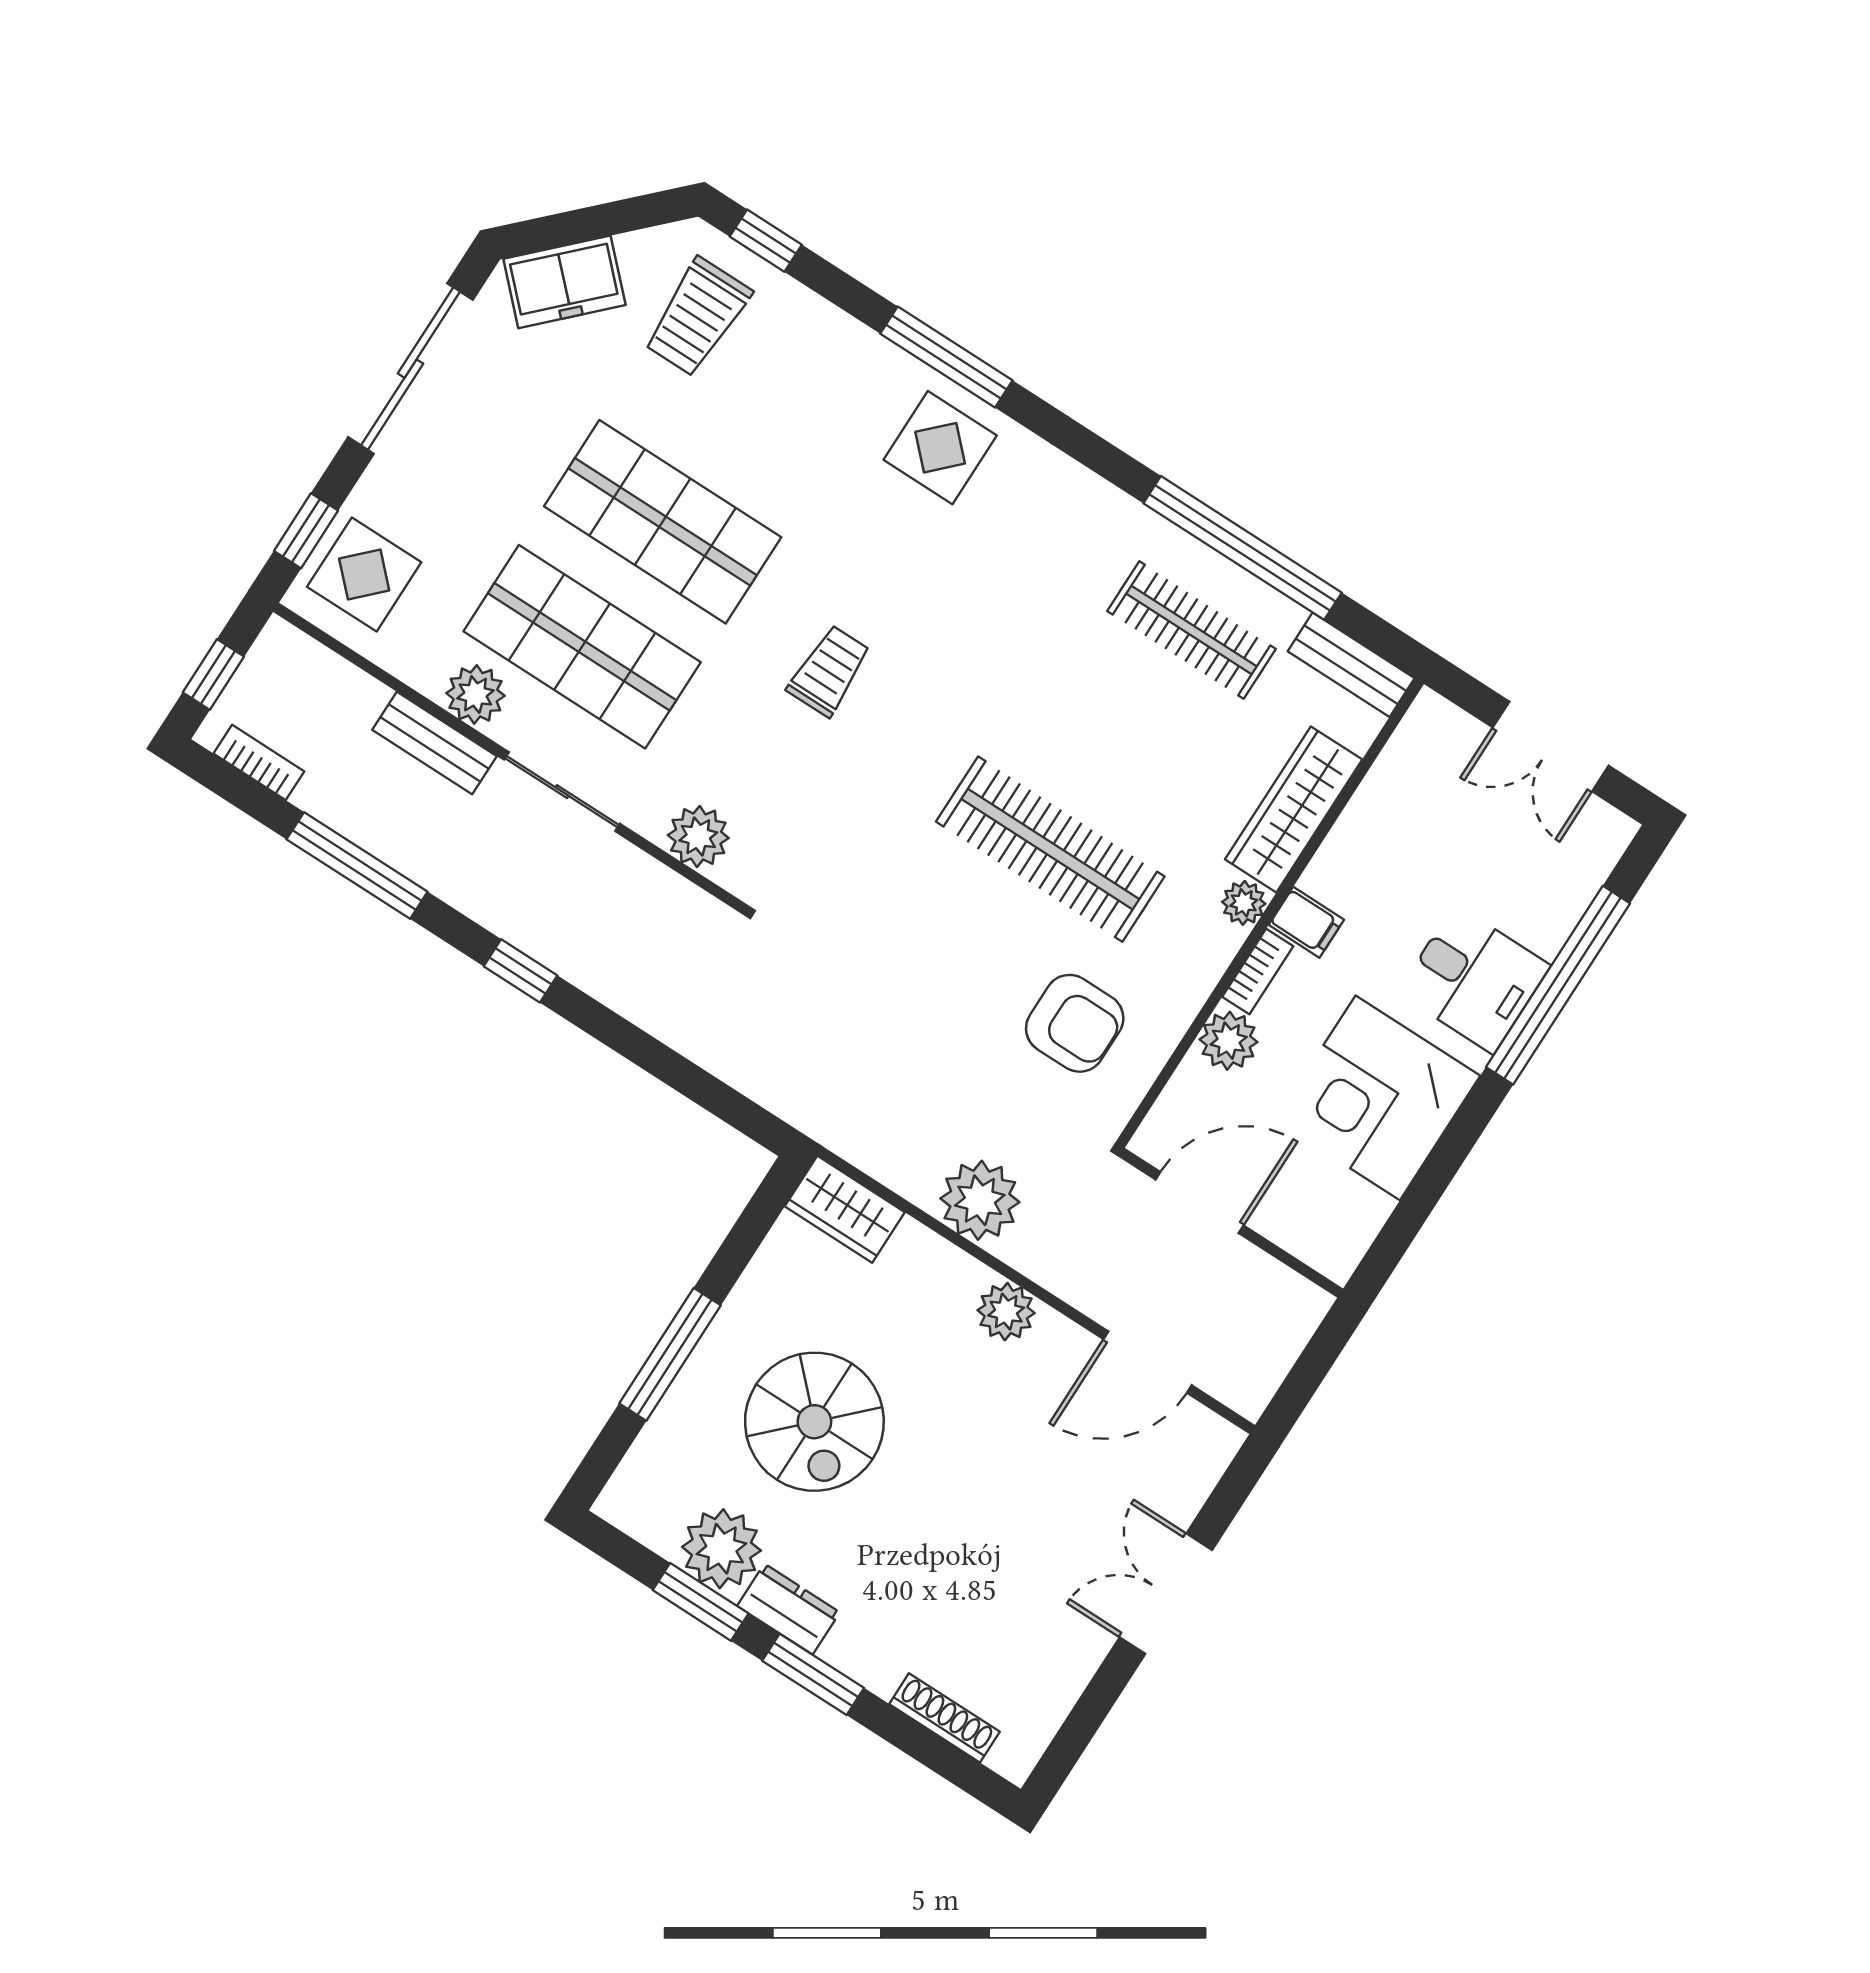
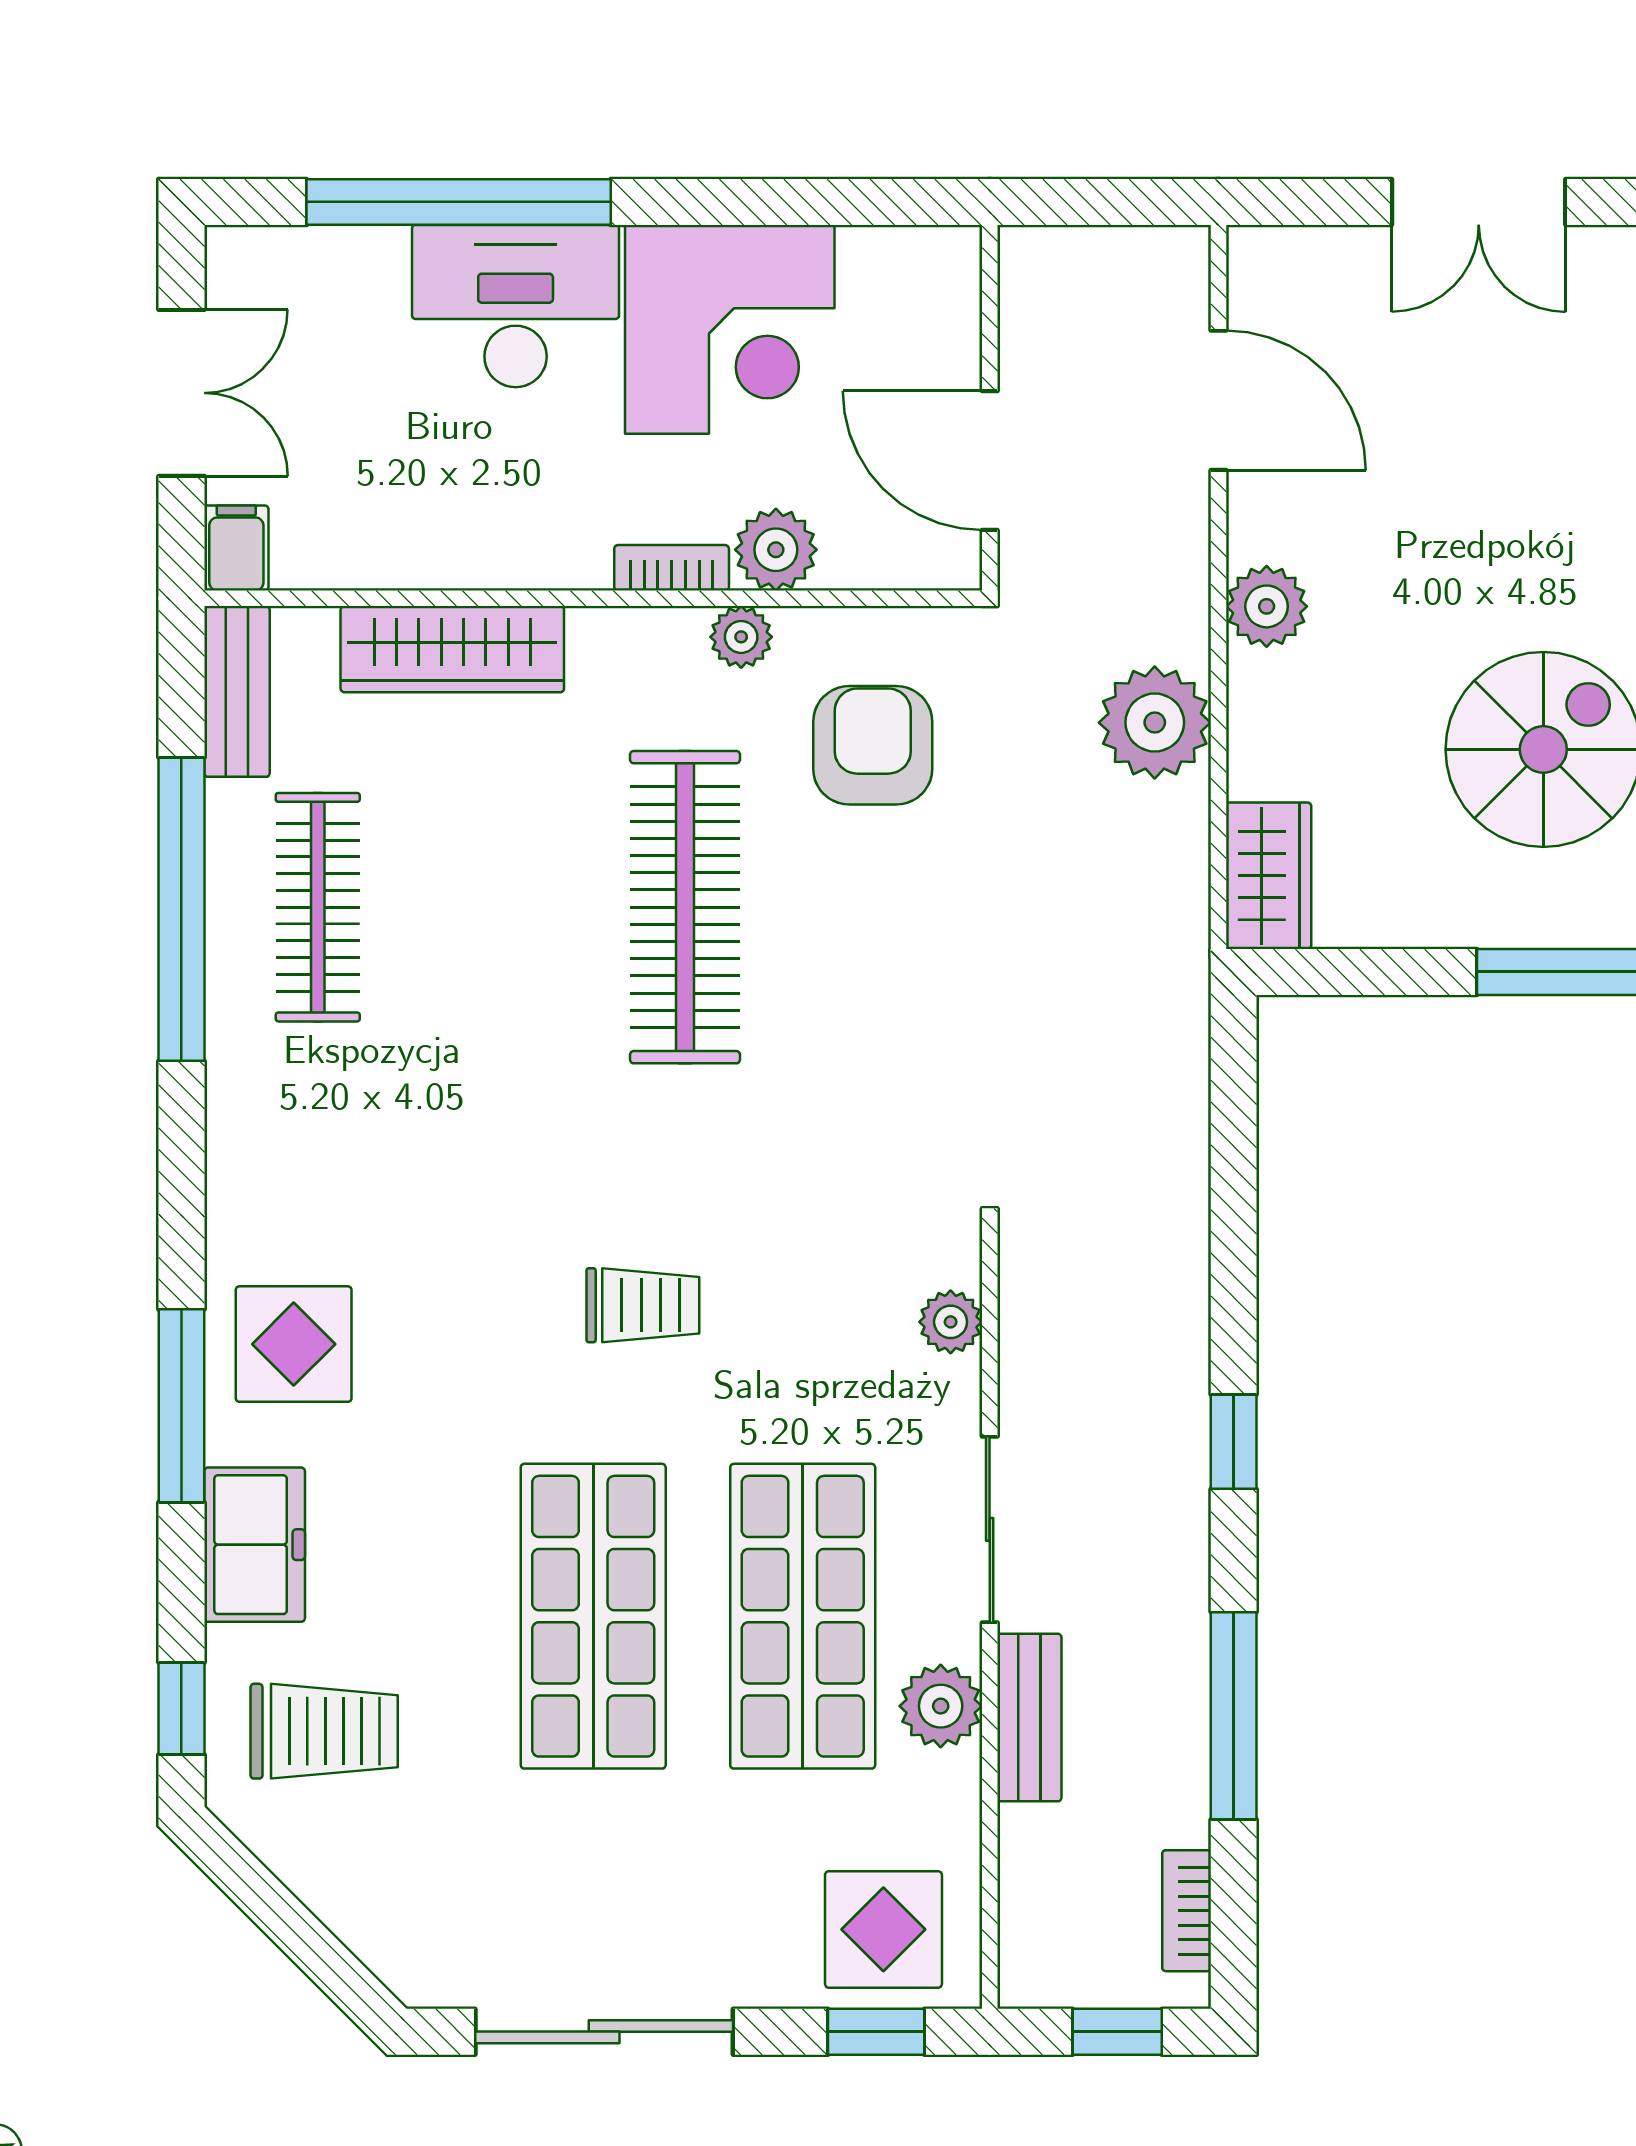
freezer: (564, 282) -> (255, 1545), moved, turned 45
trolley: (829, 671) -> (643, 1305), turned 180
plant: (698, 837) -> (951, 1322), width x0.73, depth x0.73
plant: (1244, 903) -> (741, 637), moved
filing cabinet: (1306, 922) -> (236, 548), moved
desk: (1474, 979) -> (516, 306), width x1.37

